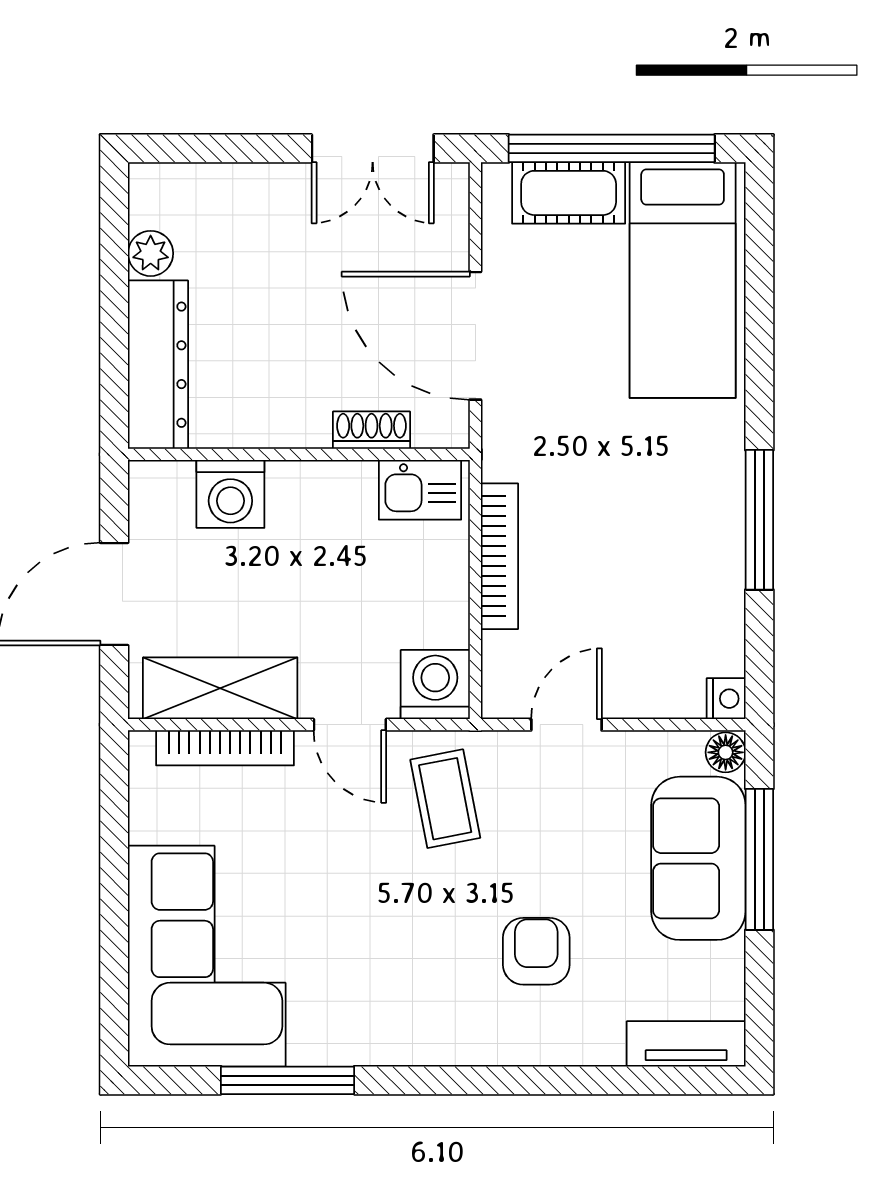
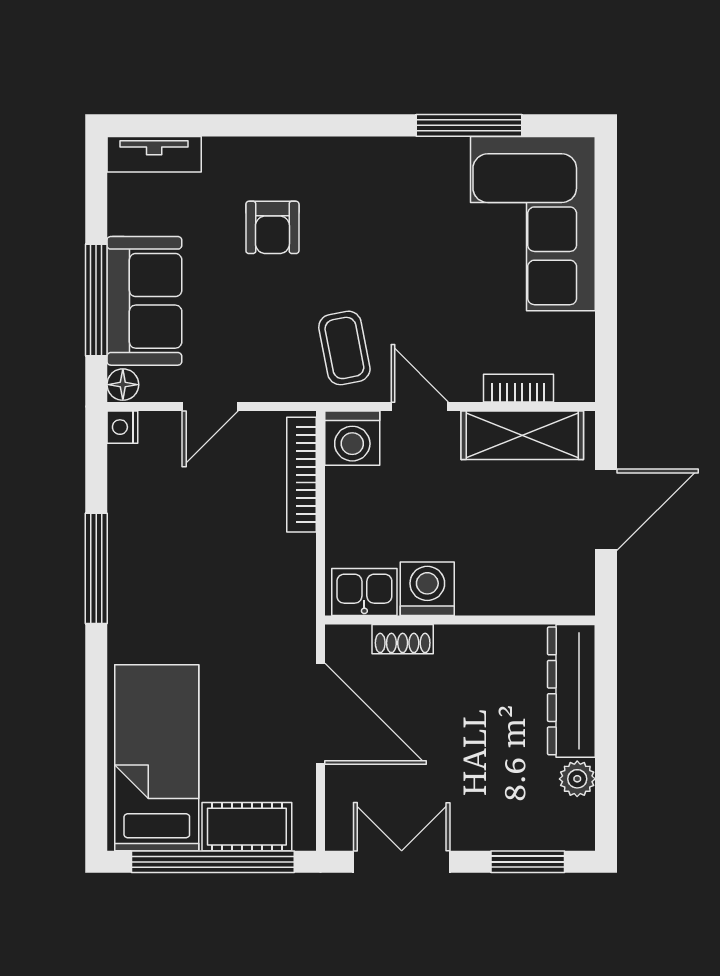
window: (213, 148) -> (528, 862), added
washing machine: (230, 494) -> (427, 589), moved
bookcase: (500, 556) -> (301, 475), moved
door: (566, 725) -> (210, 406), moved
bookcase: (225, 748) -> (518, 388), width x0.64

